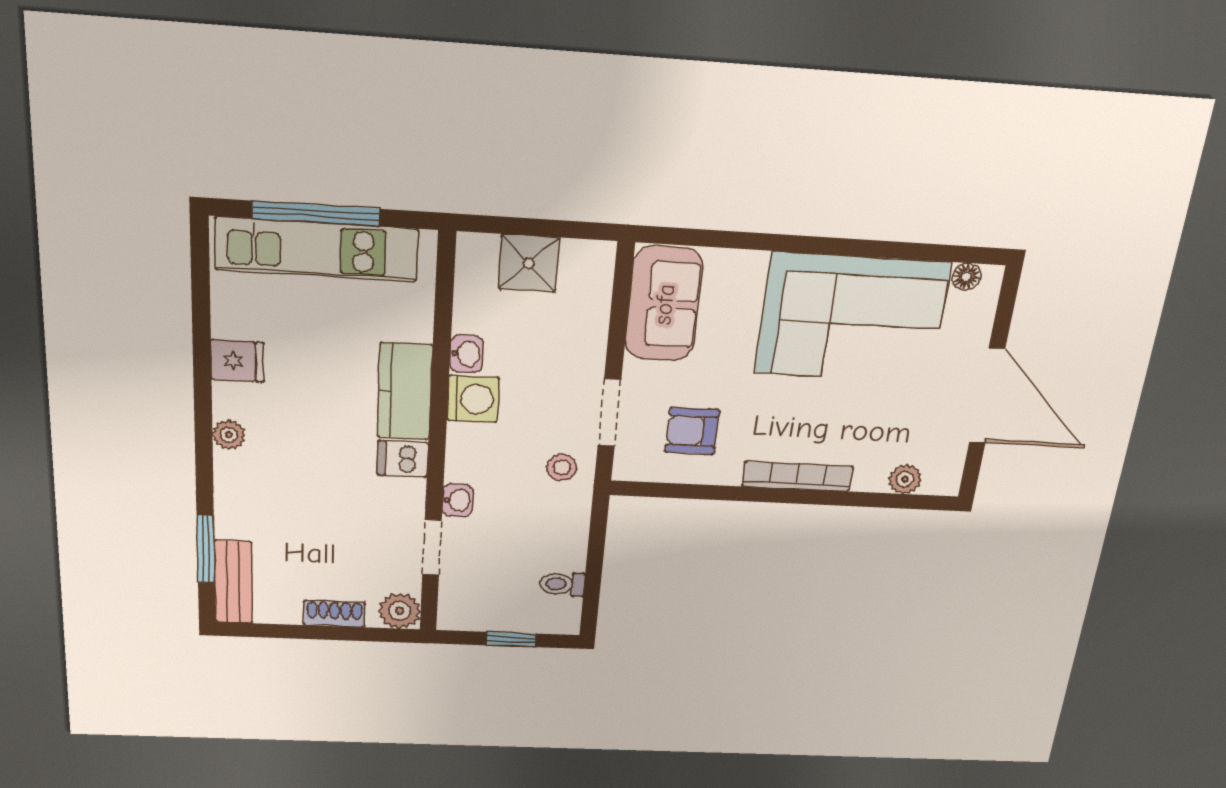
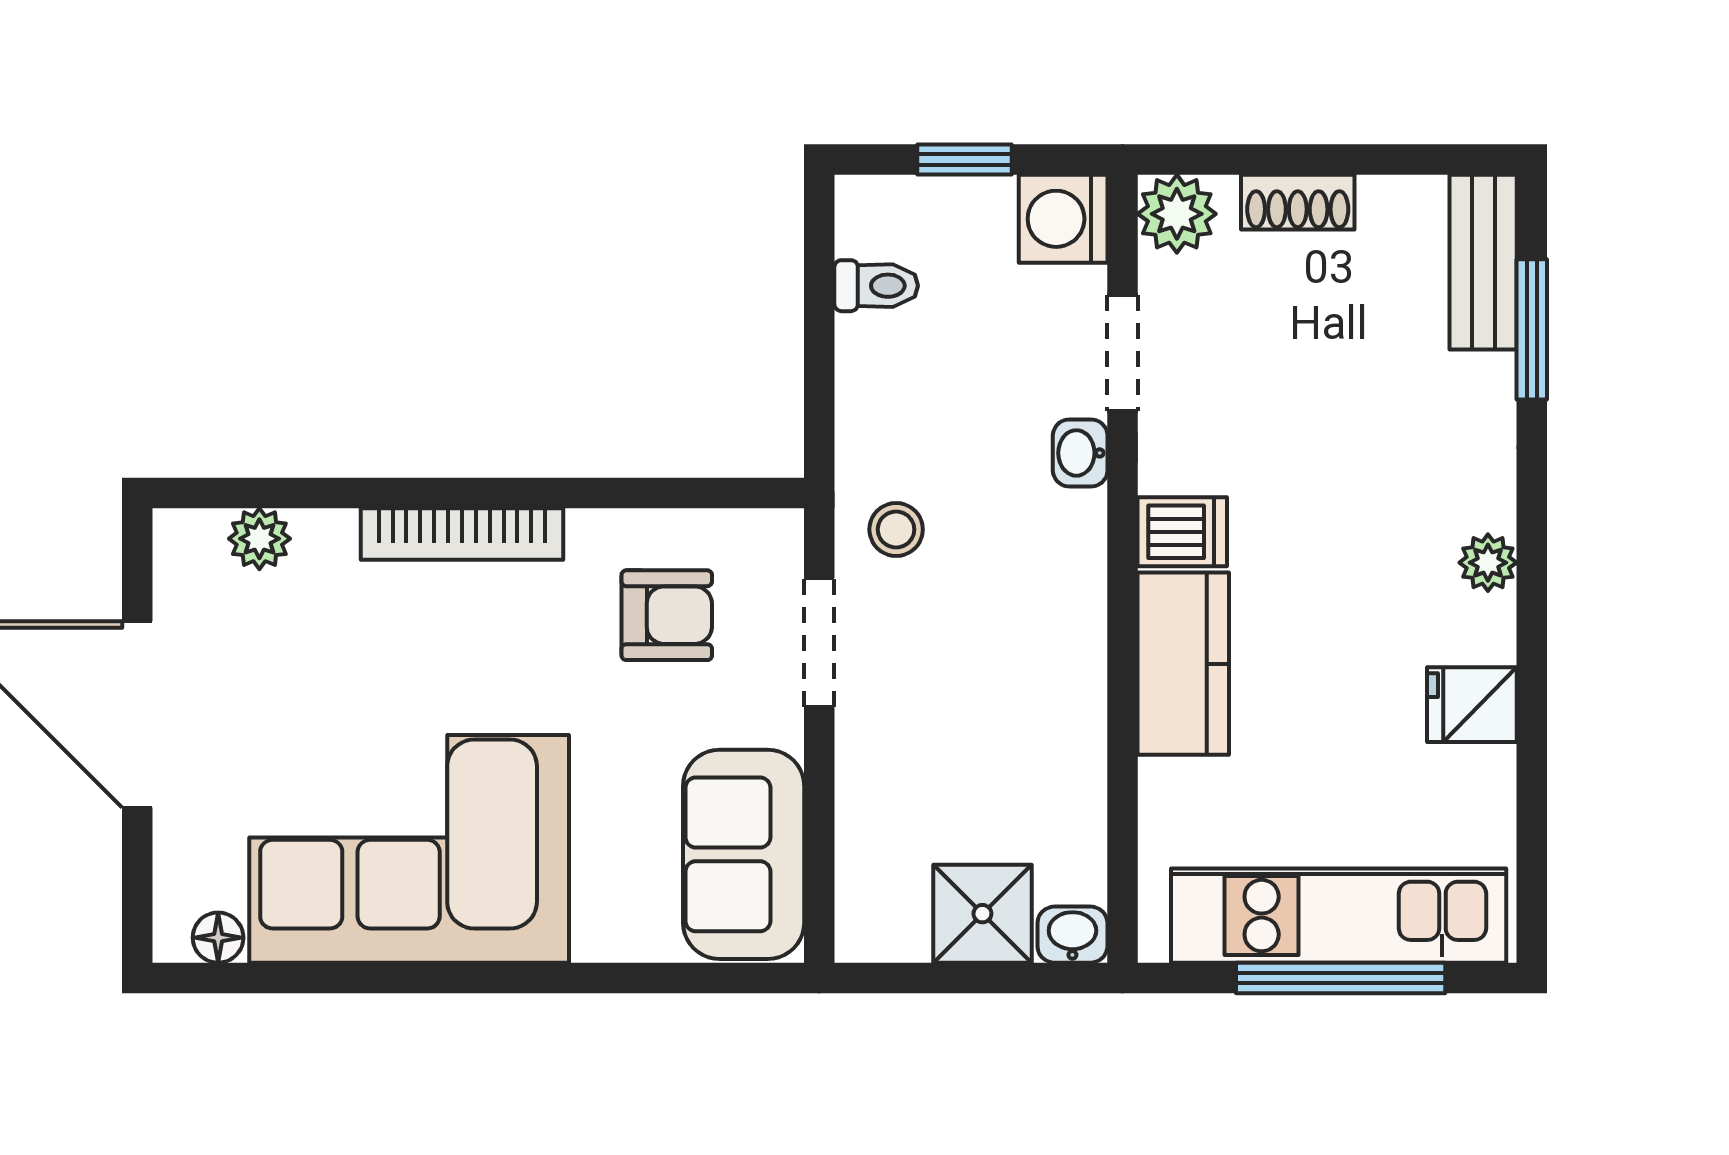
washbasin: (466, 354) -> (1072, 935), moved, turned 90
washing machine: (473, 399) -> (1063, 219), moved

